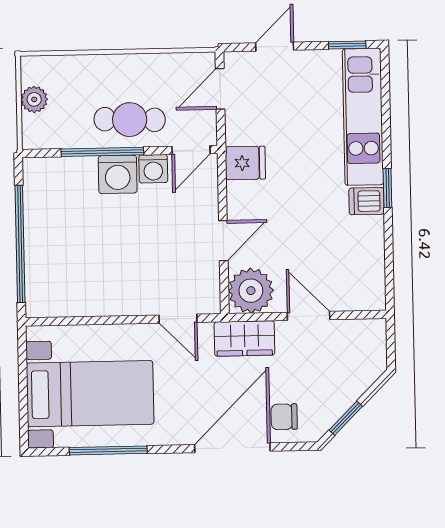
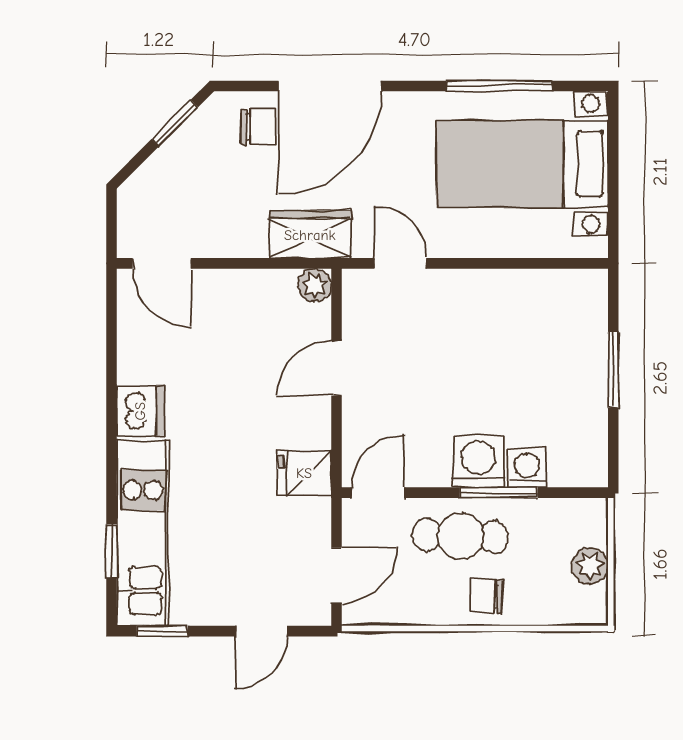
chair: (110, 76) -> (486, 596), added
window: (102, 152) -> (499, 493), width x0.69
washing machine: (153, 169) -> (527, 468), moved
window: (387, 188) -> (112, 551), moved
dishwasher: (367, 201) -> (140, 411), width x1.38
window: (20, 244) -> (613, 370), width x0.47
plant: (251, 291) -> (315, 285), width x0.53, depth x0.53
door: (309, 316) -> (162, 263), moved

